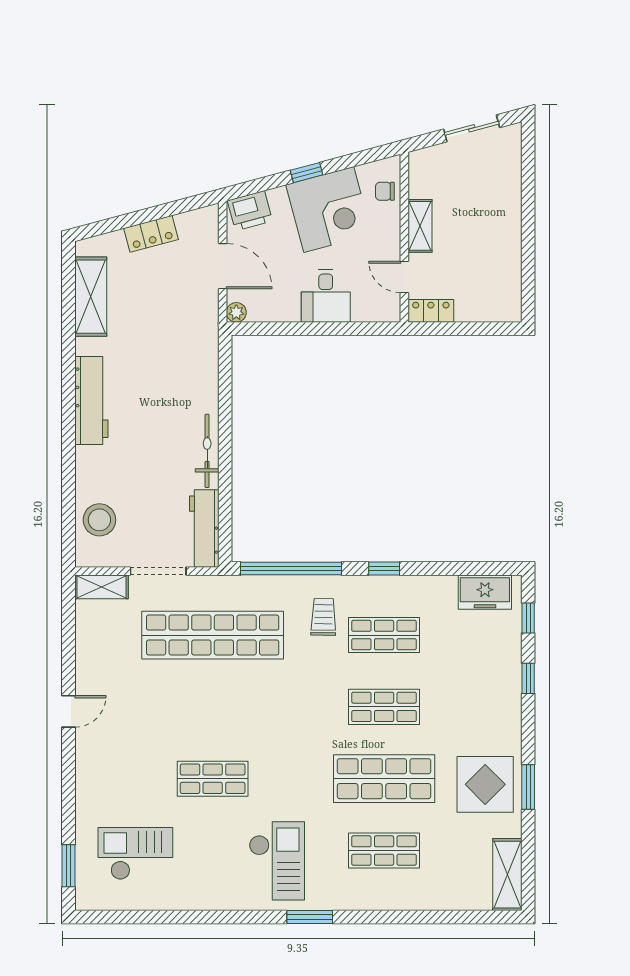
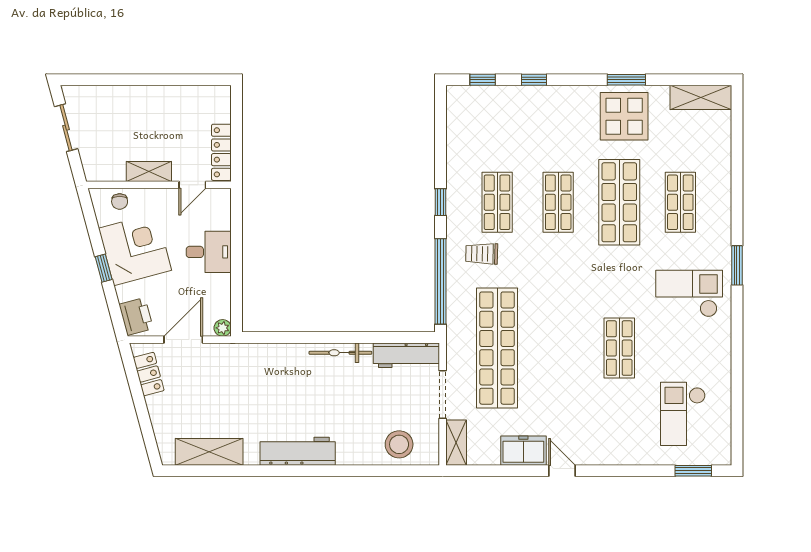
locker: (151, 234) -> (149, 374), moved
locker: (431, 311) -> (221, 152), width x1.53
freezer: (485, 592) -> (523, 451), moved, turned -90

